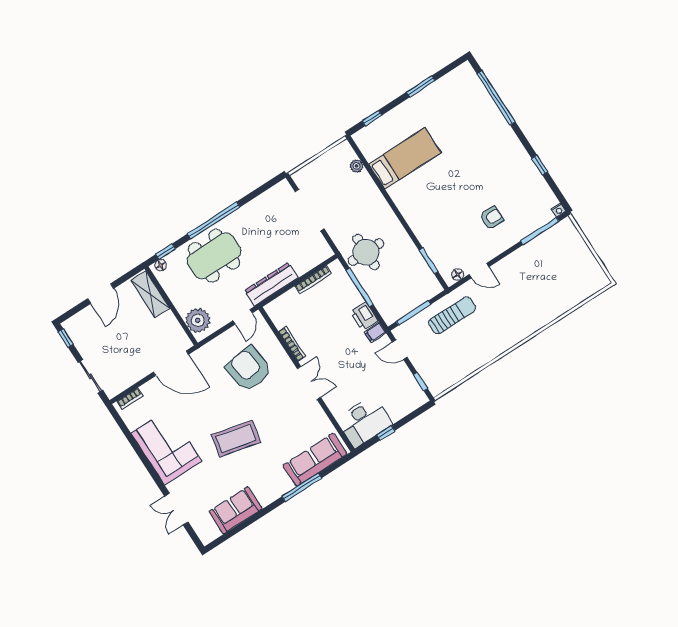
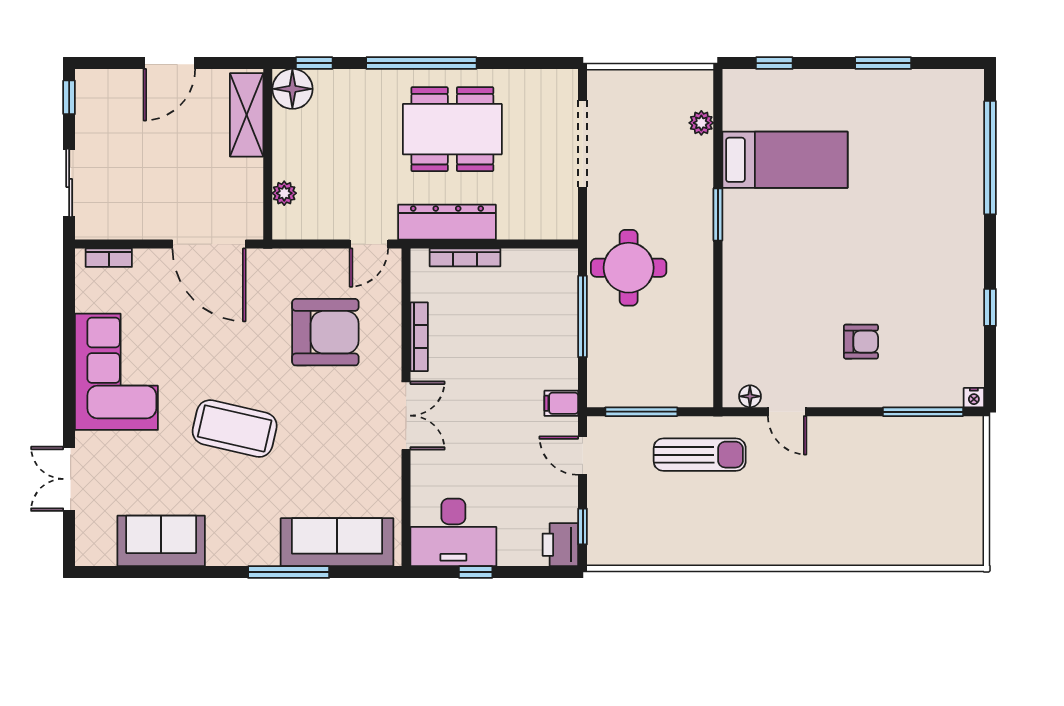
dining table: (214, 256) -> (452, 129), moved
window: (428, 261) -> (718, 214), moved
floor lamp: (161, 265) -> (292, 89), width x1.89, depth x1.89
bookcase: (313, 280) -> (465, 257), moved
printer: (364, 316) -> (560, 545), moved
plant: (198, 320) -> (284, 193), width x0.53, depth x0.53
armchair: (249, 369) -> (325, 332), turned 97

